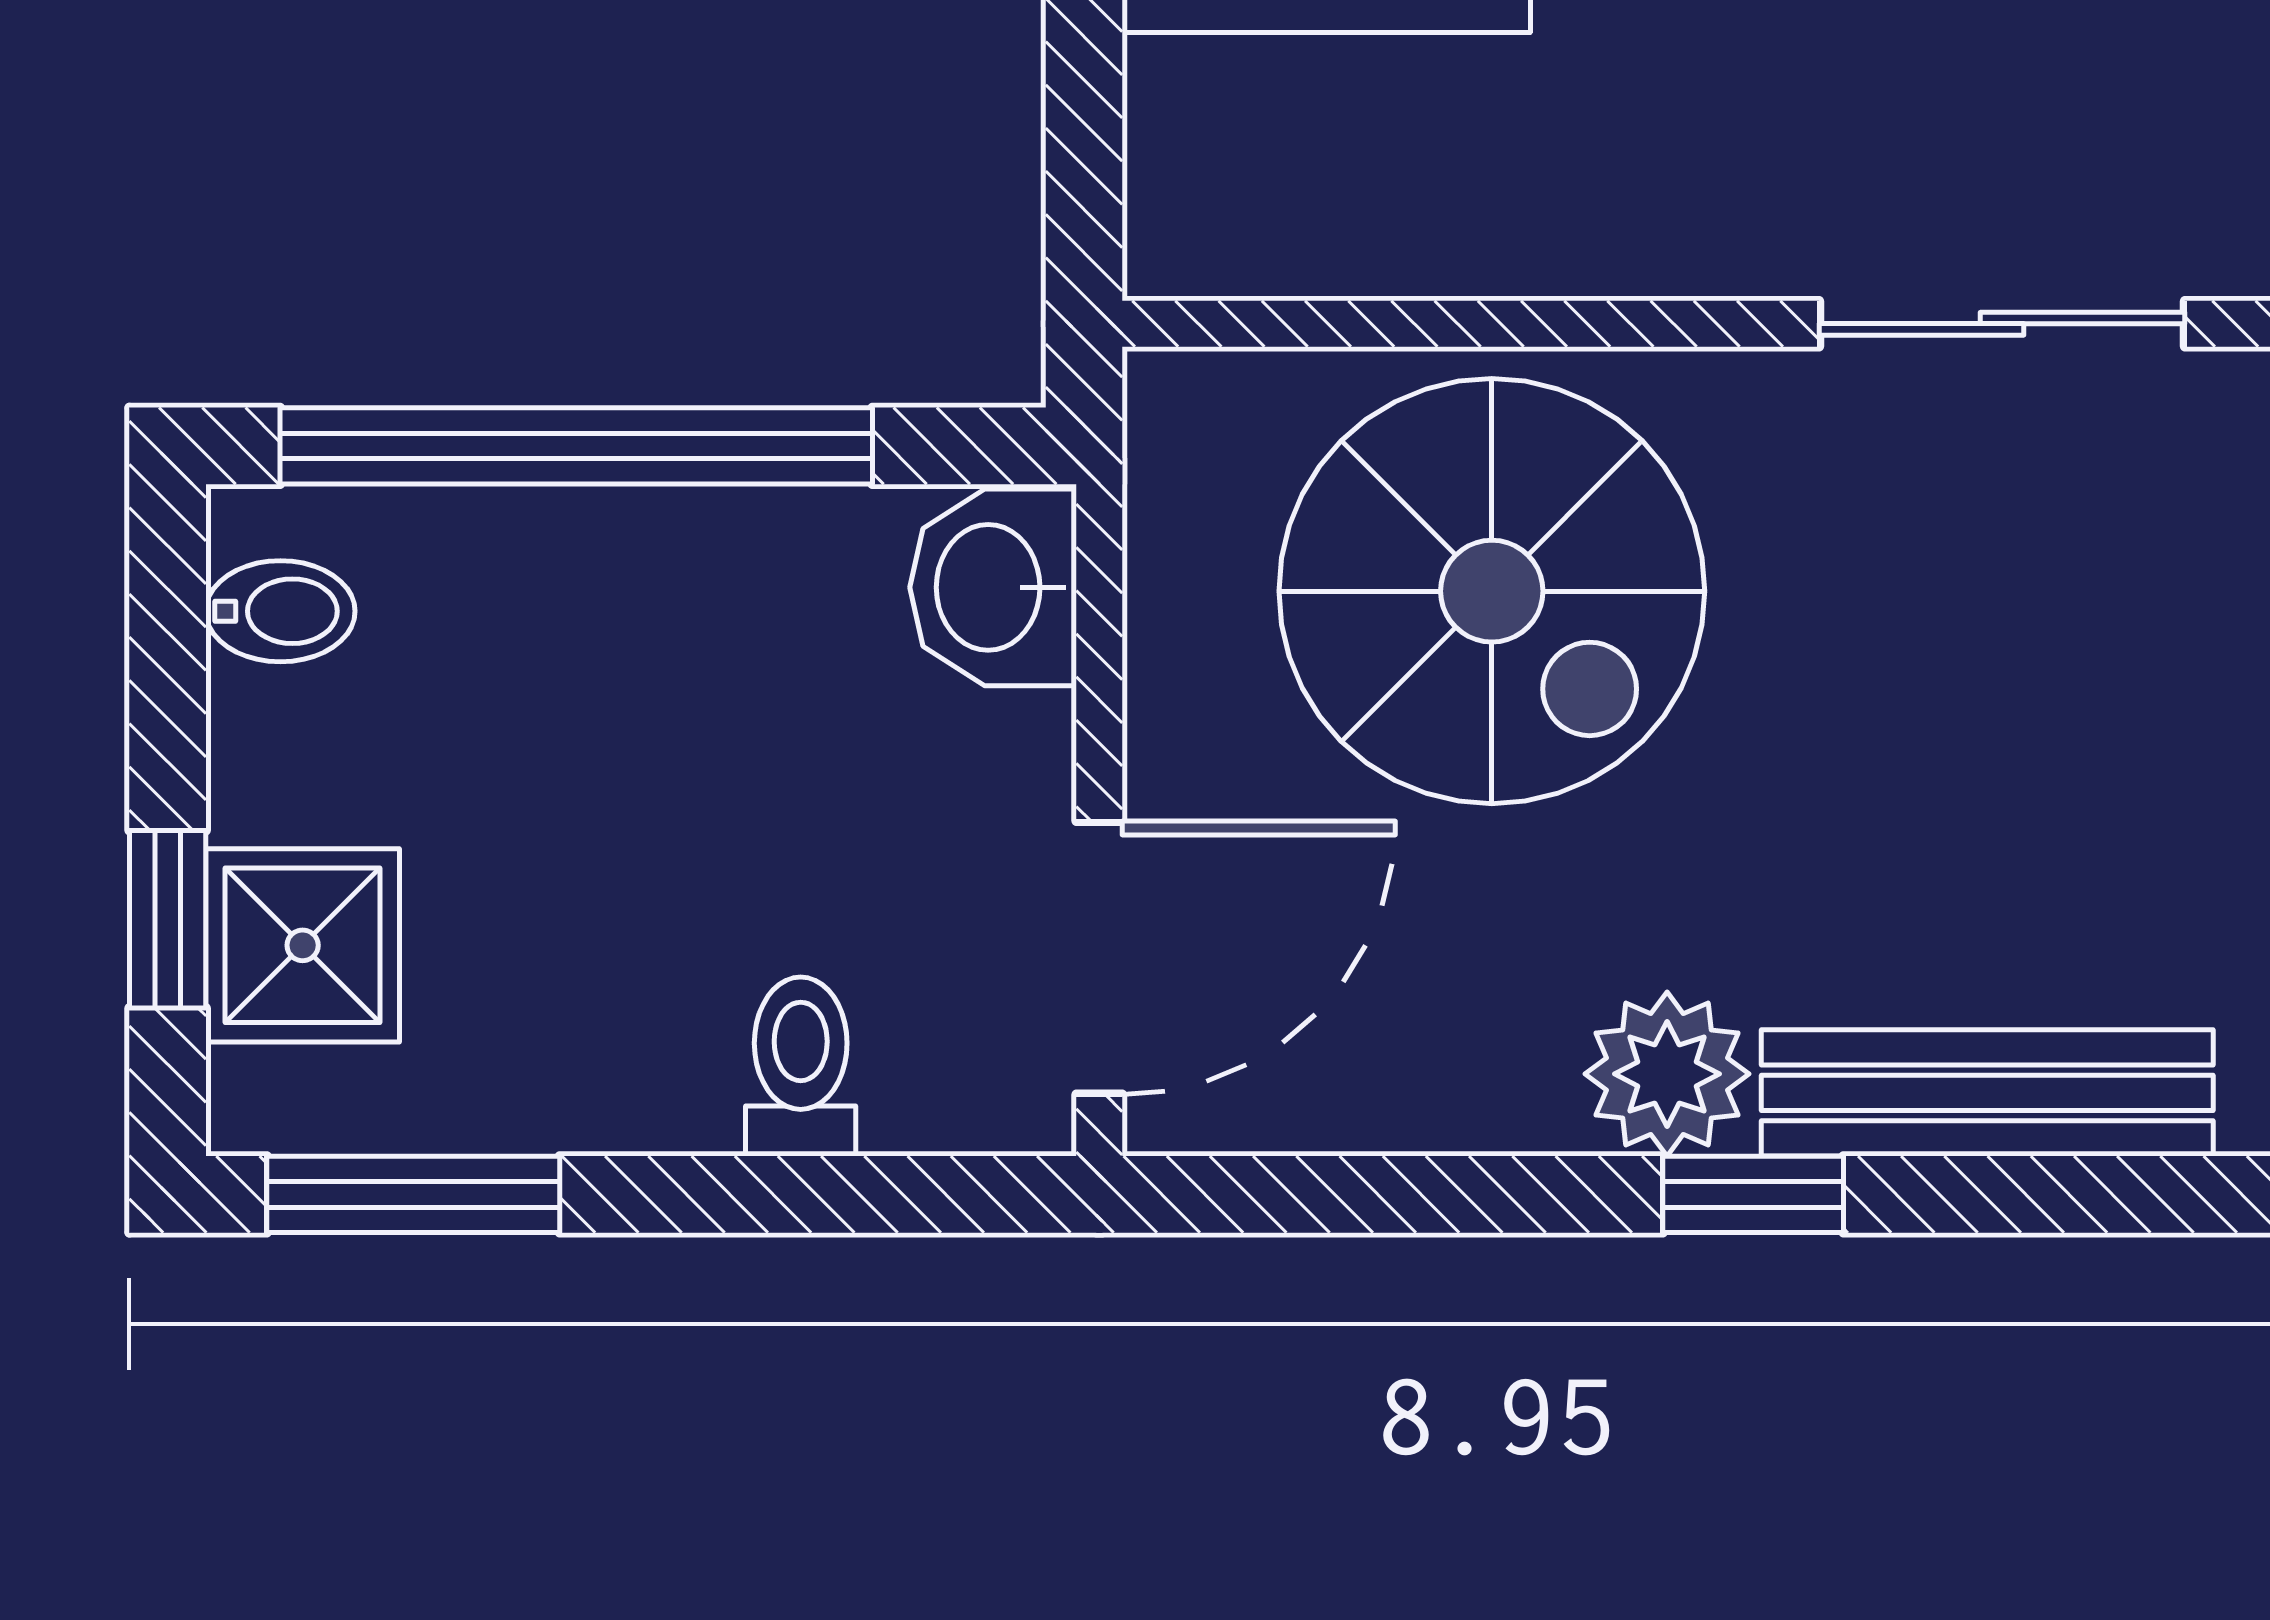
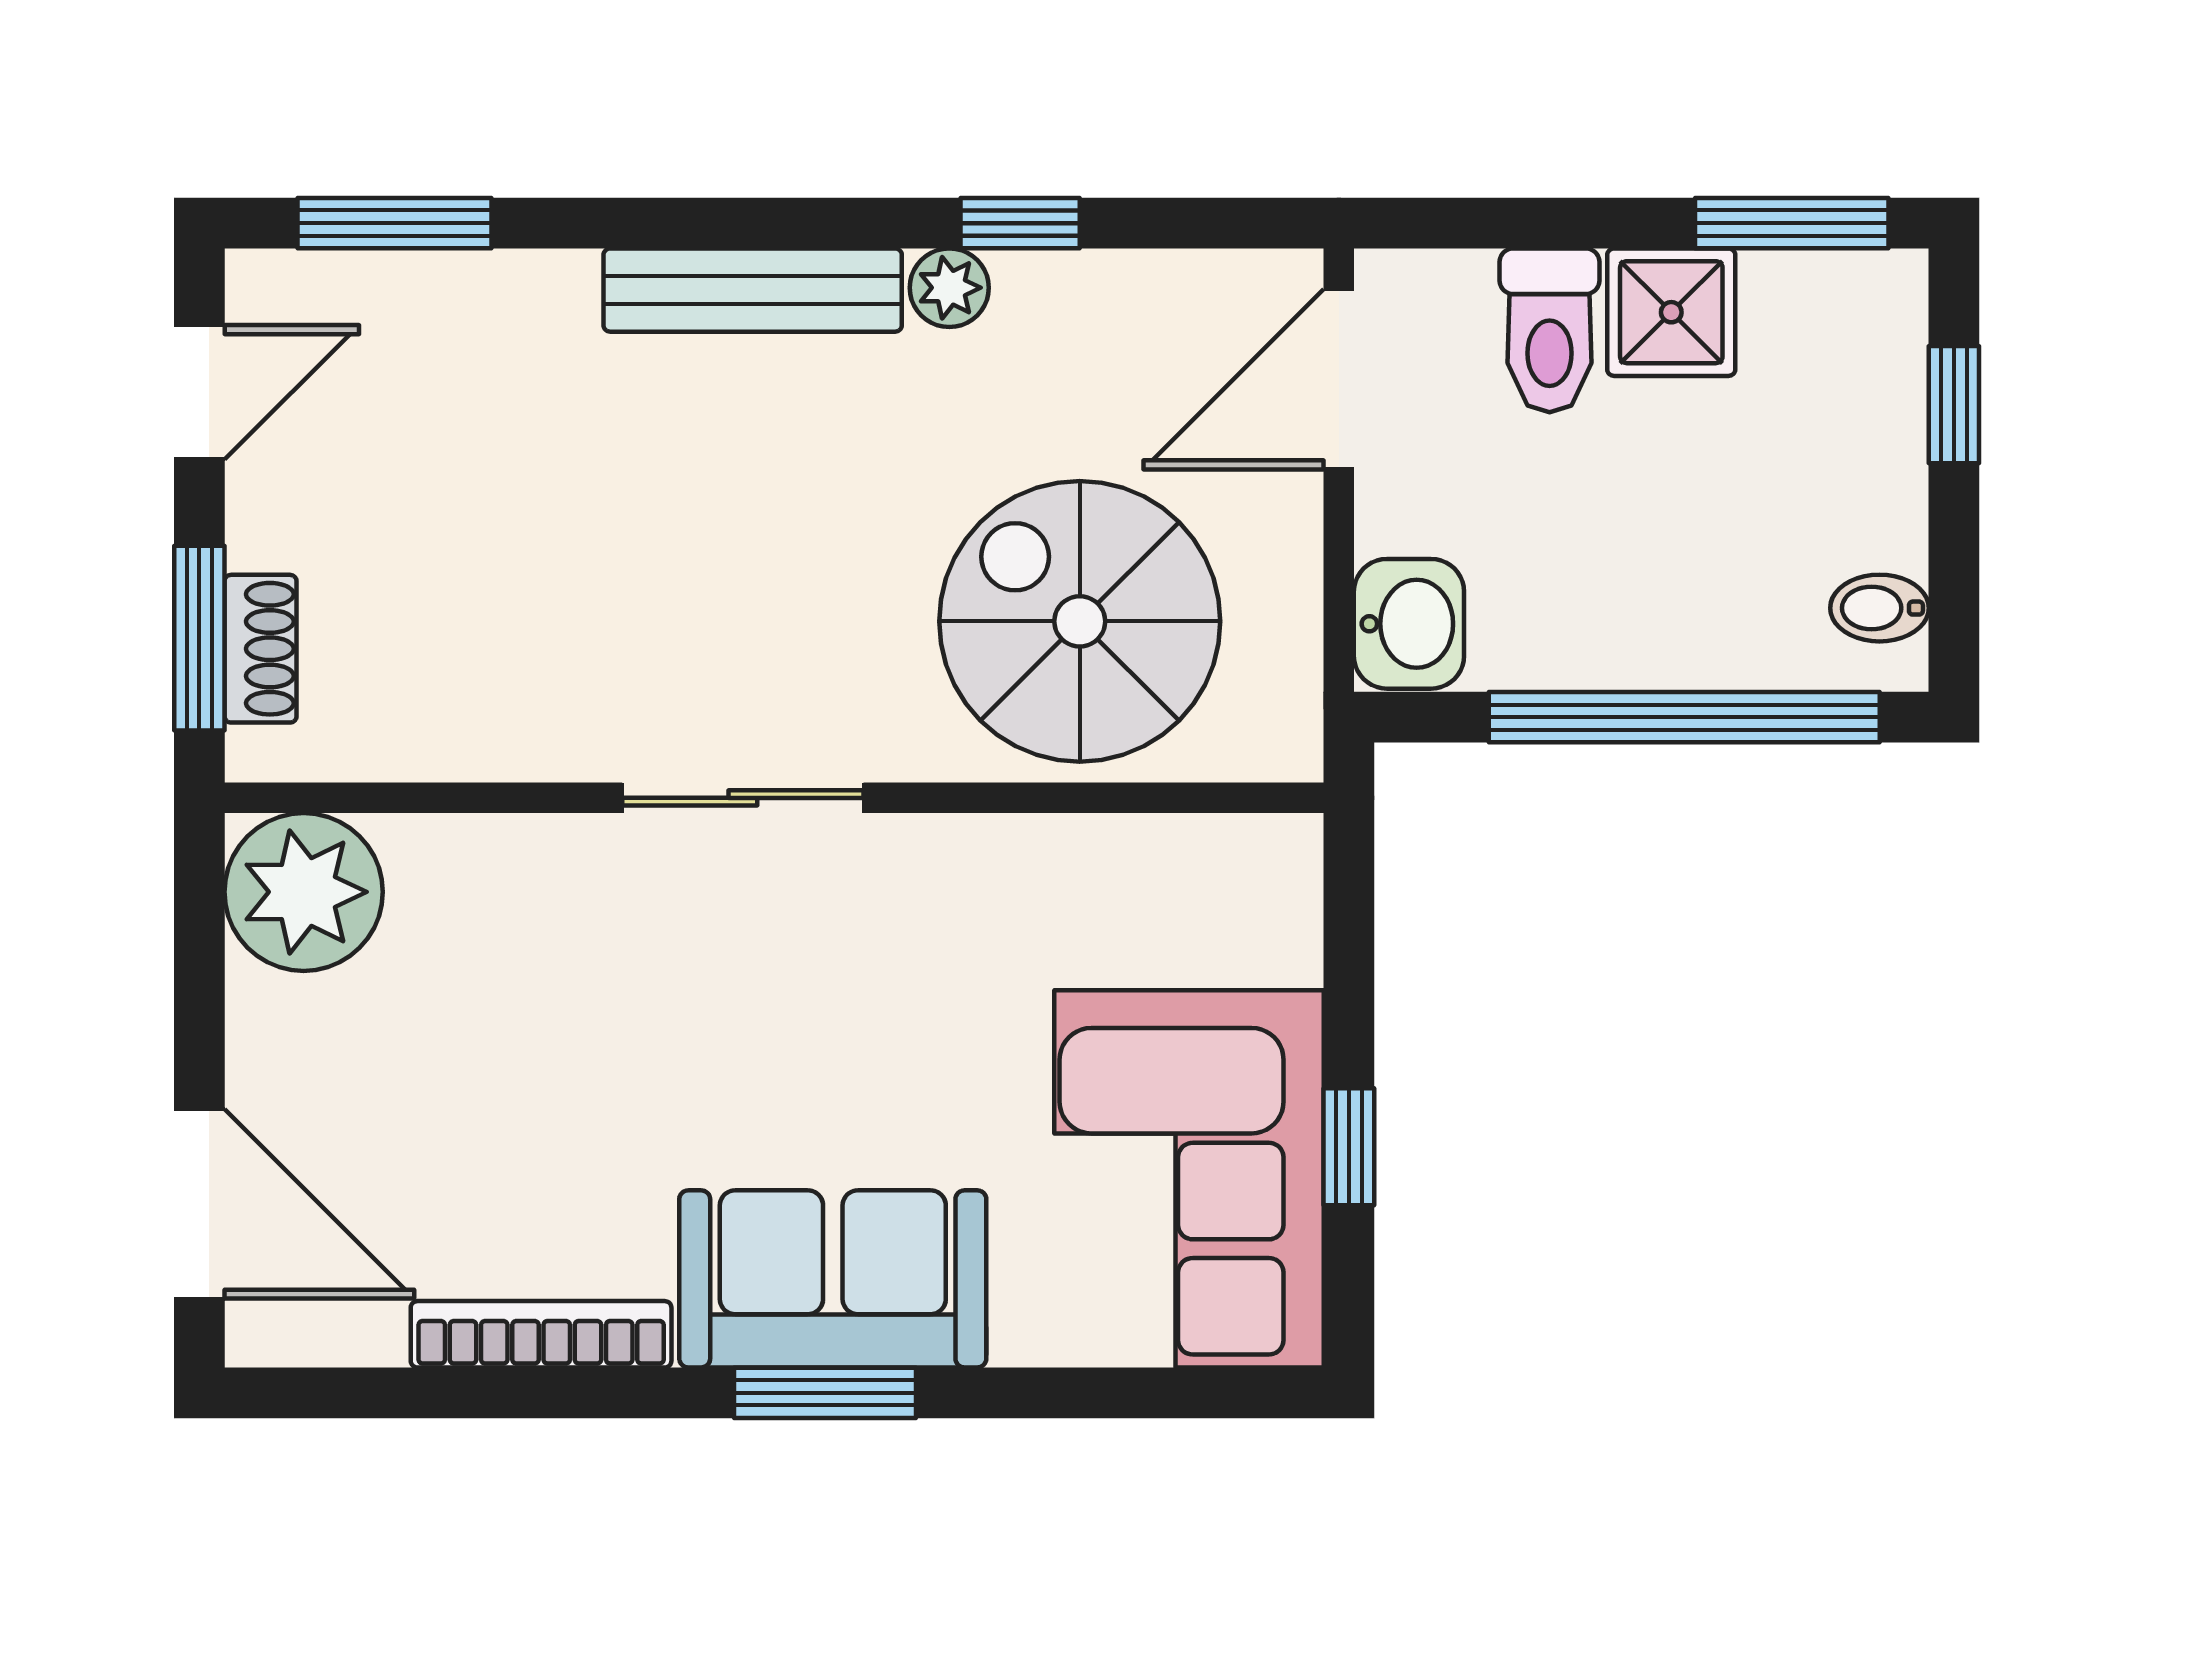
shower: (303, 945) -> (1671, 312), moved
toilet: (801, 1067) -> (1550, 330), width x1.37, depth x1.39
plant: (1667, 1074) -> (949, 288), width x0.73, depth x0.73
window: (1753, 1194) -> (1020, 223), moved

